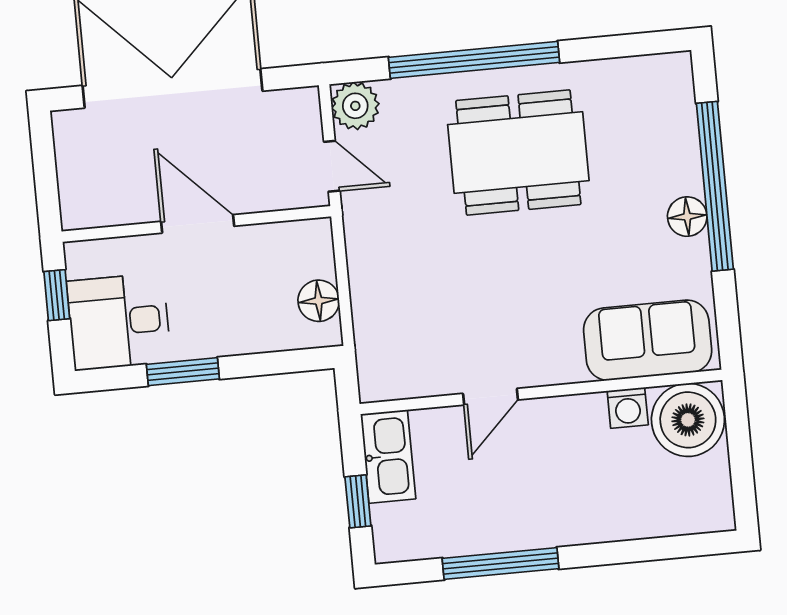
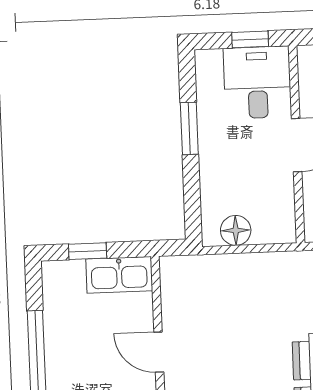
desk: (119, 322) -> (257, 82), moved

